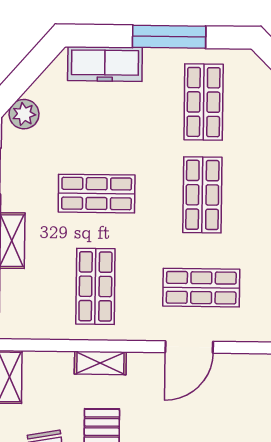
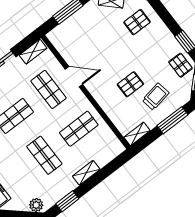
shelving: (100, 363) -> (106, 105), removed

